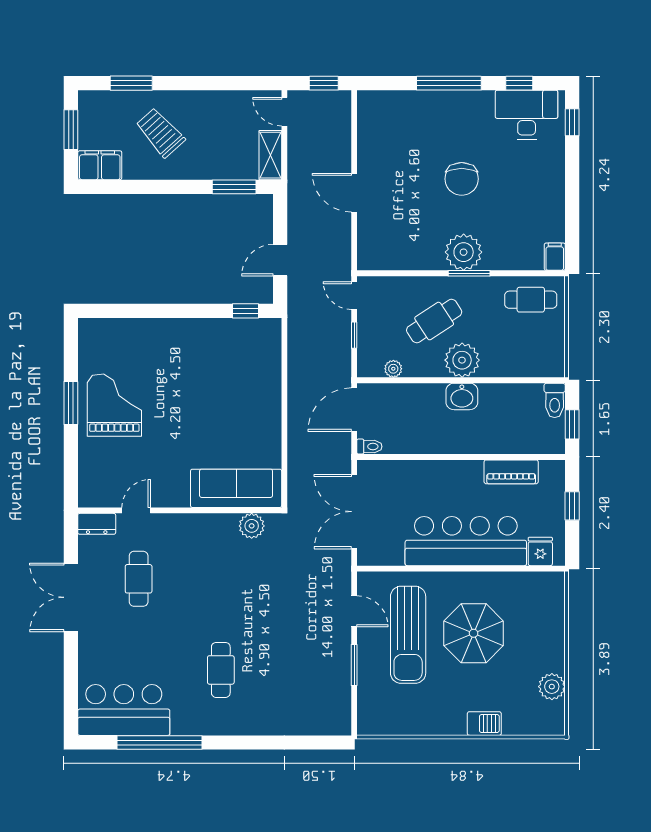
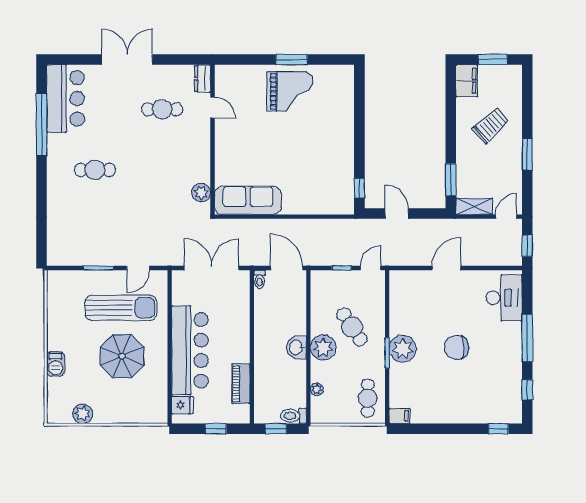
window: (131, 83) -> (527, 154), moved
desk: (527, 115) -> (504, 298), moved
plant: (393, 369) -> (317, 389), moved
sofa: (236, 488) -> (248, 200), moved, turned -90
double door: (71, 597) -> (127, 59), moved
sun lounger: (408, 635) -> (121, 308), turned 180

